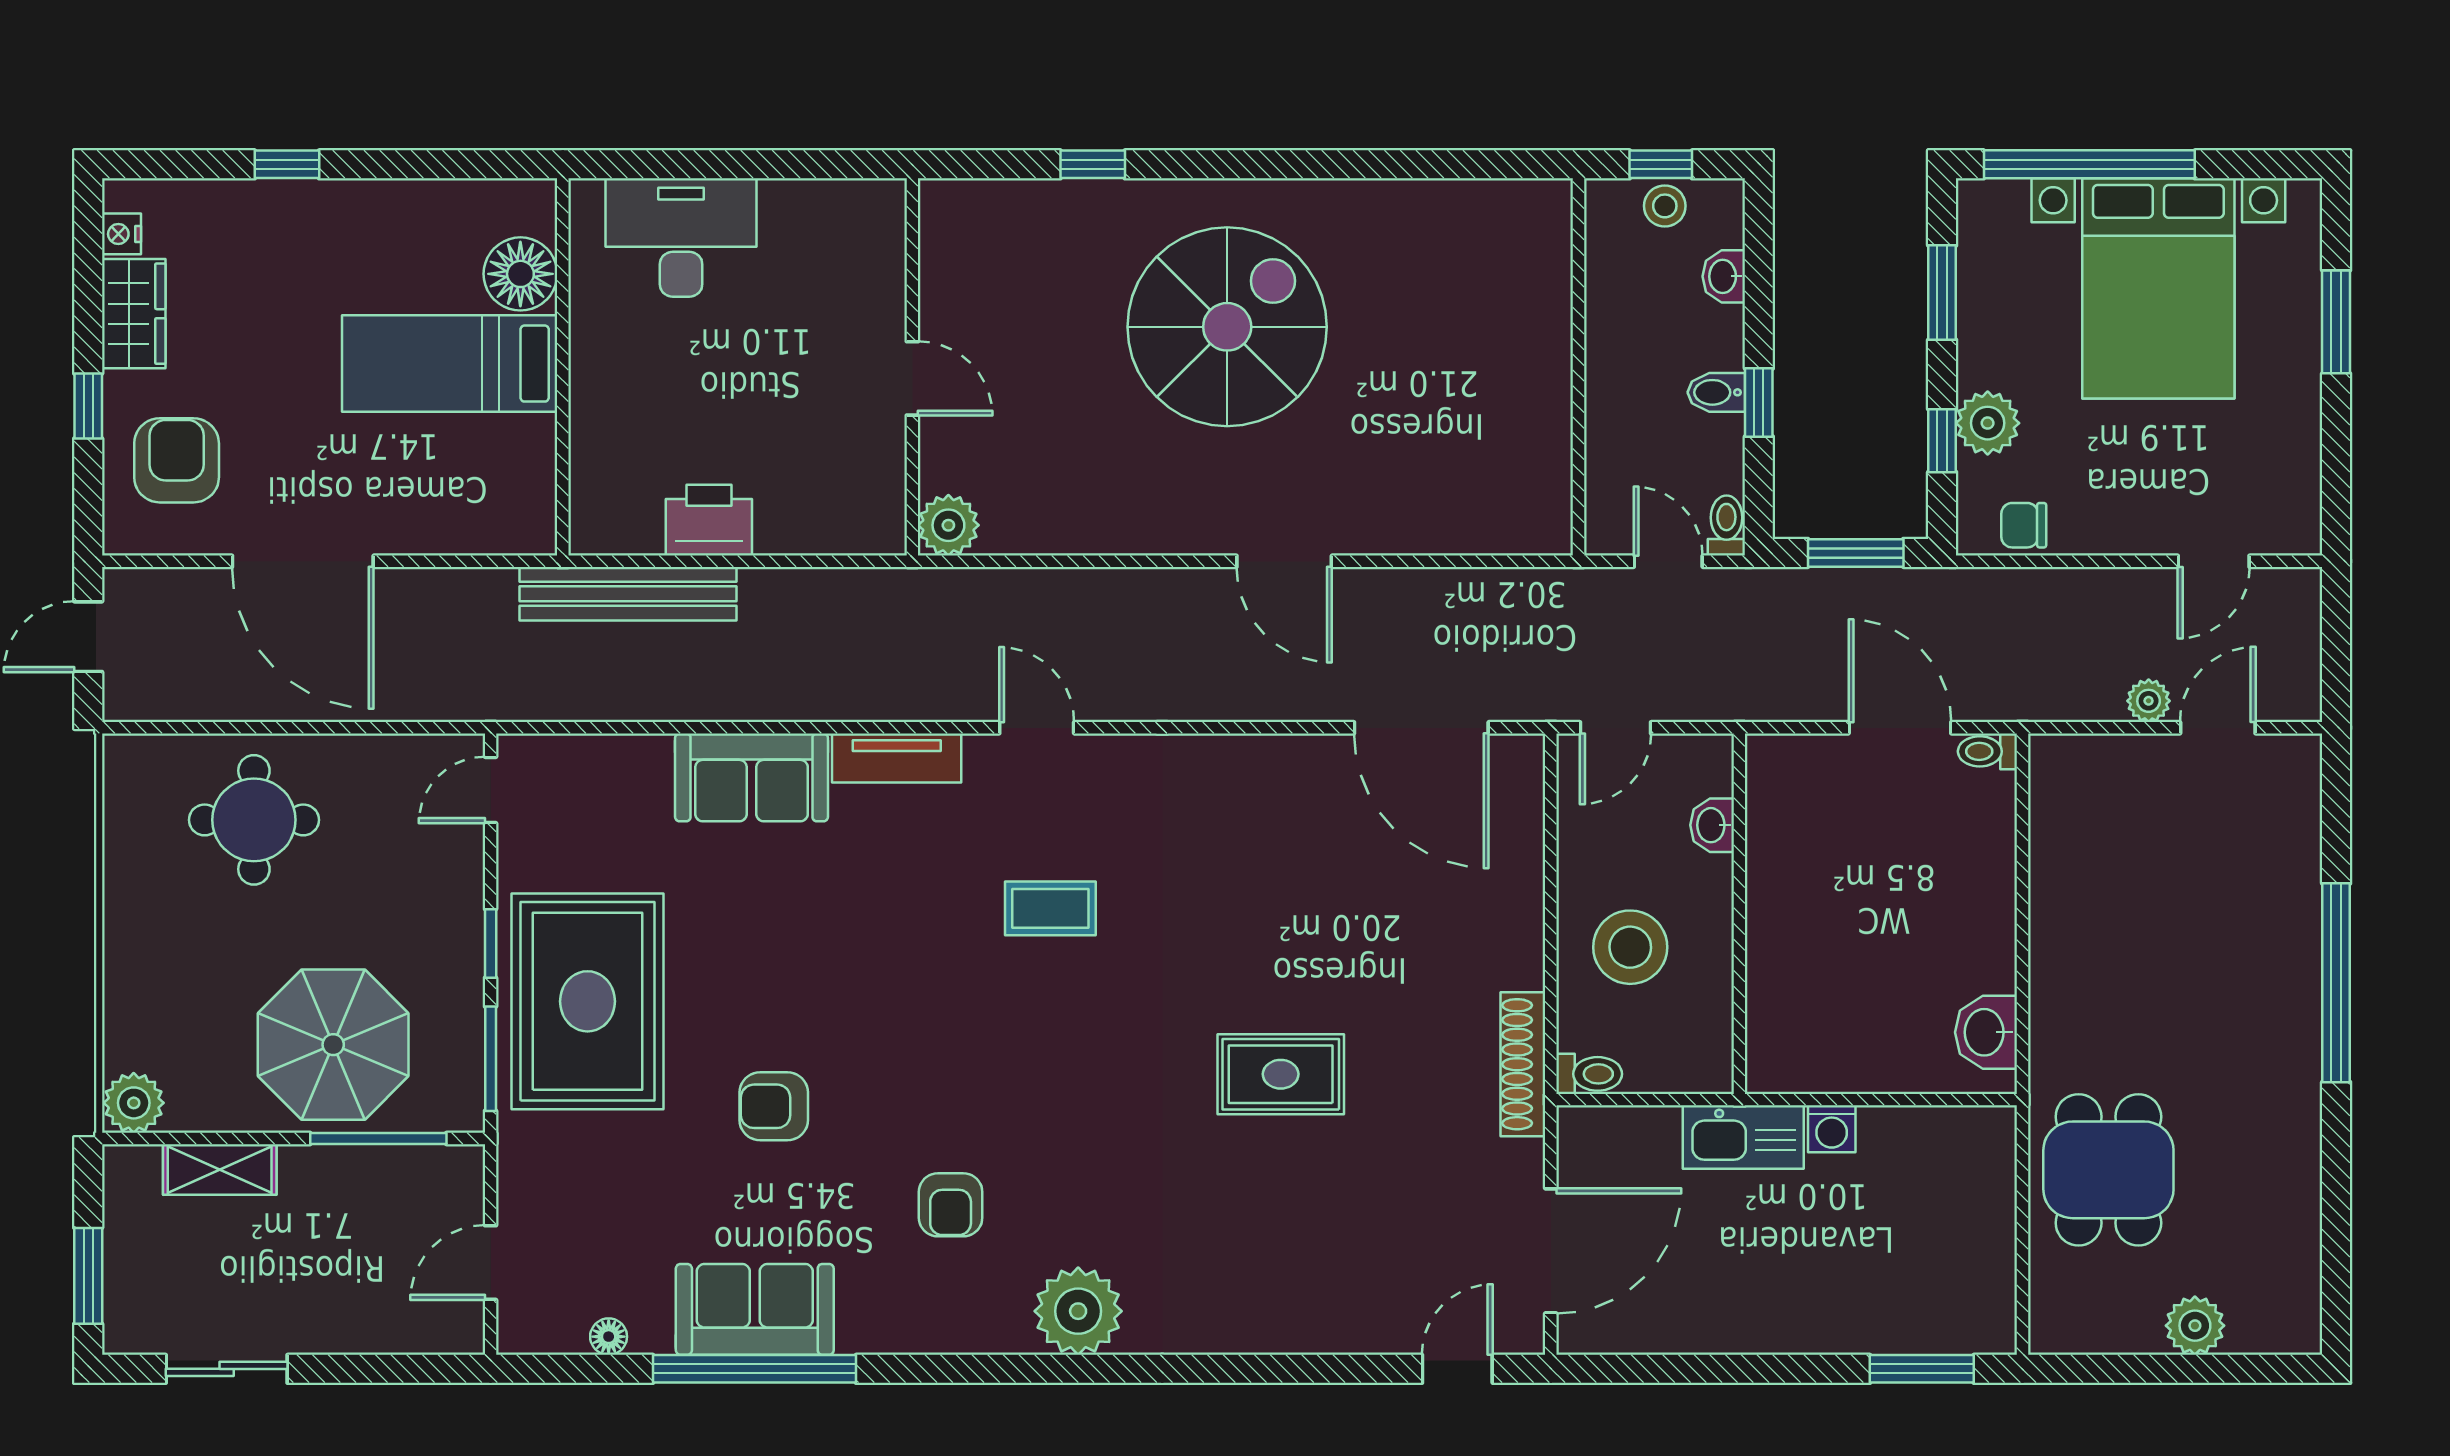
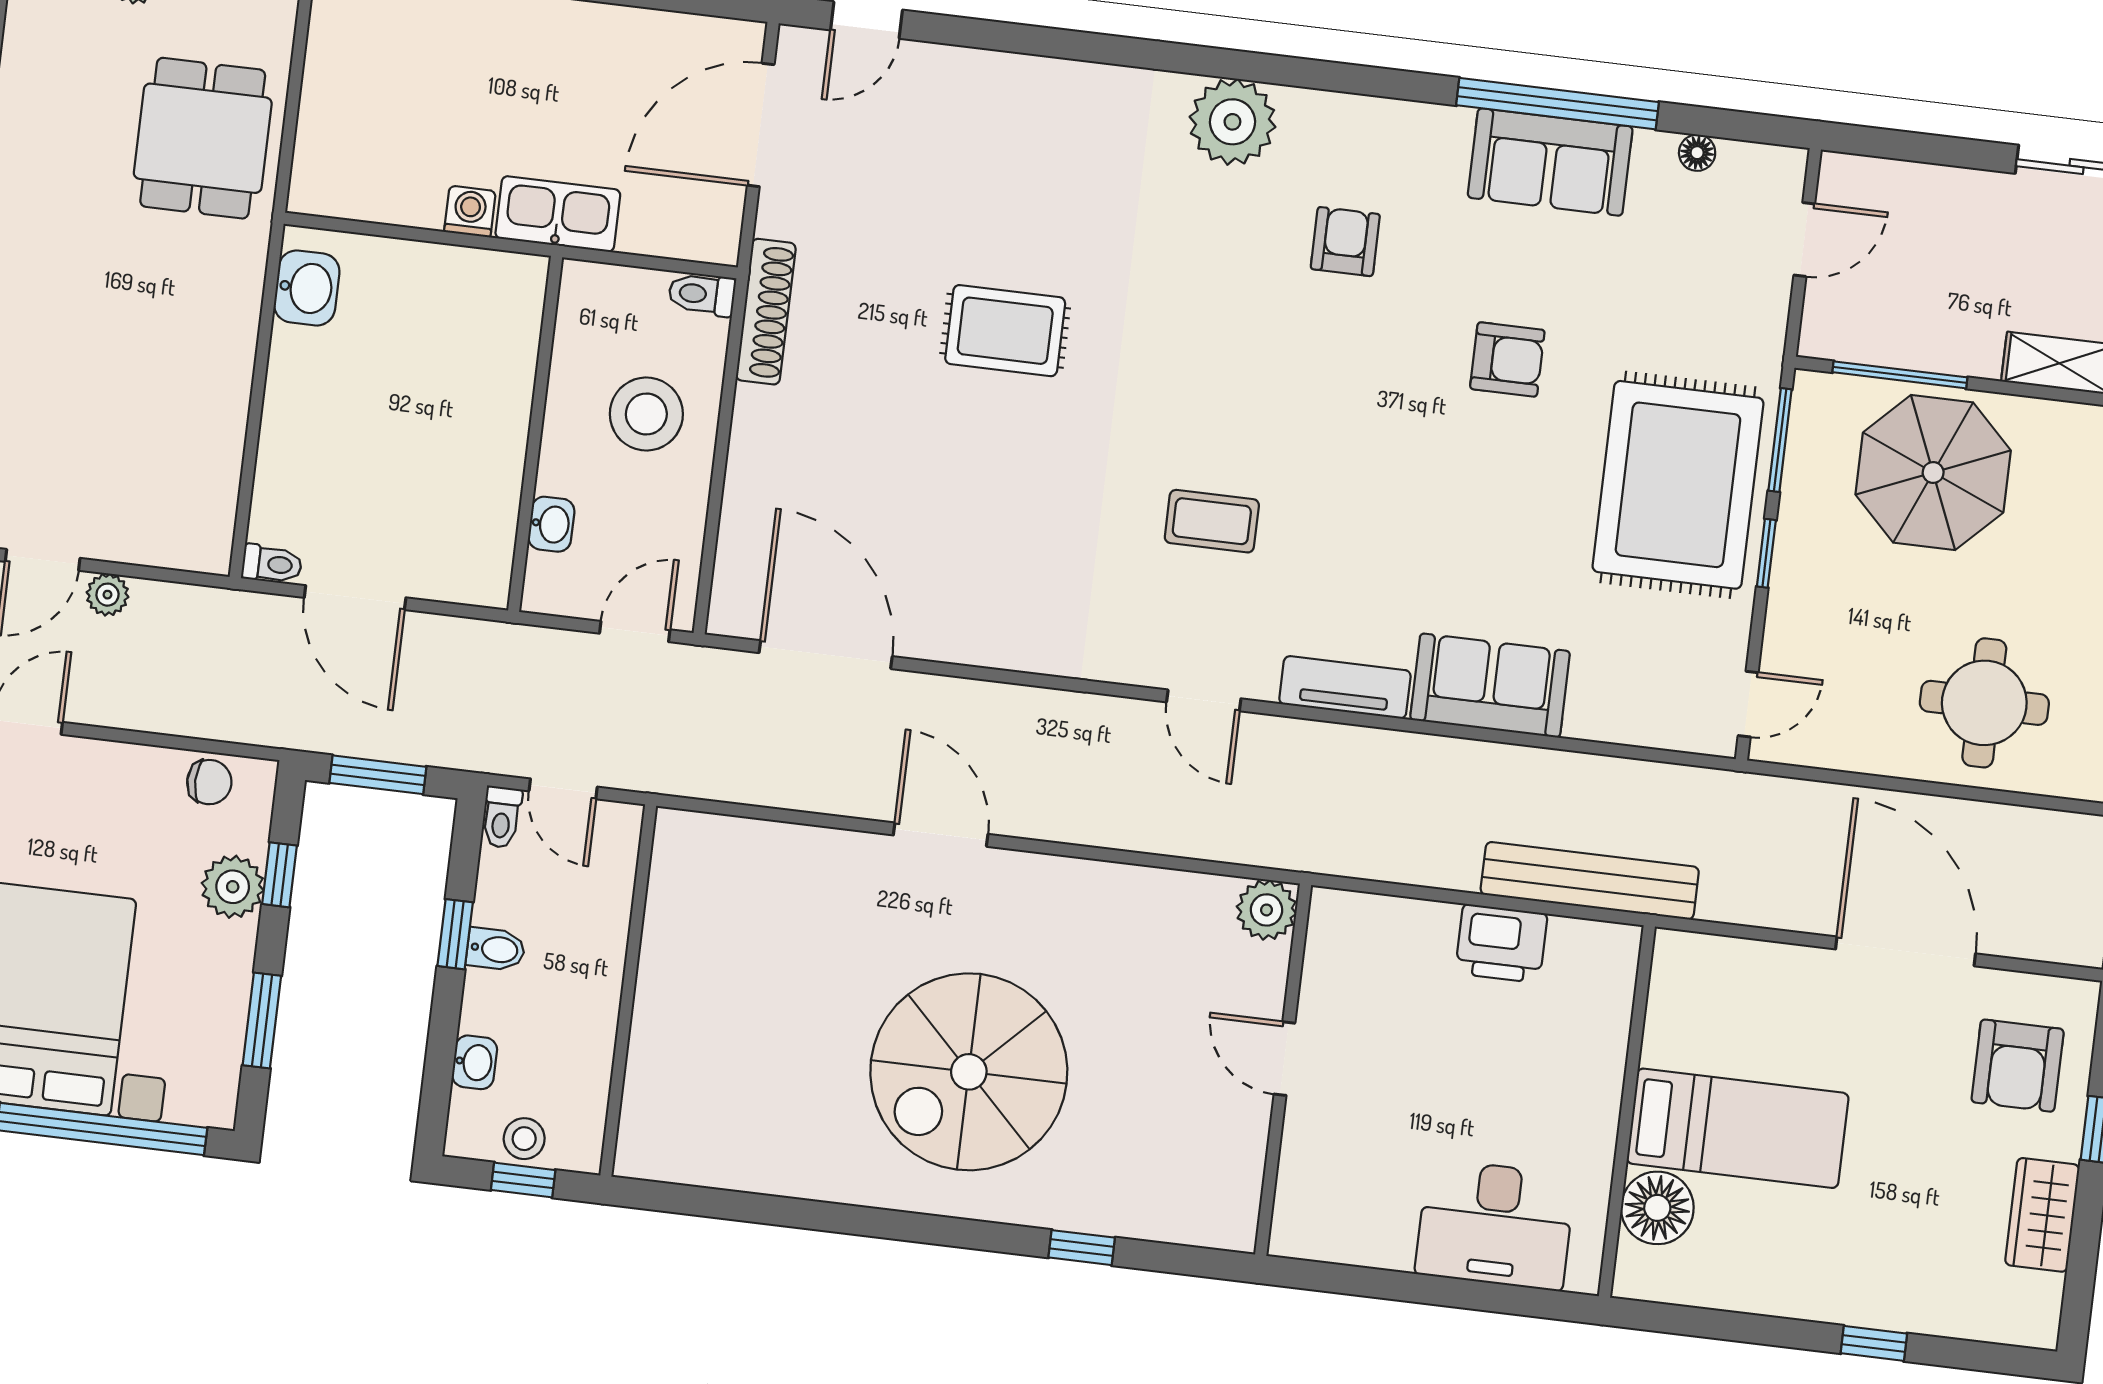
nightstand: (121, 234) -> (2045, 1295), removed

